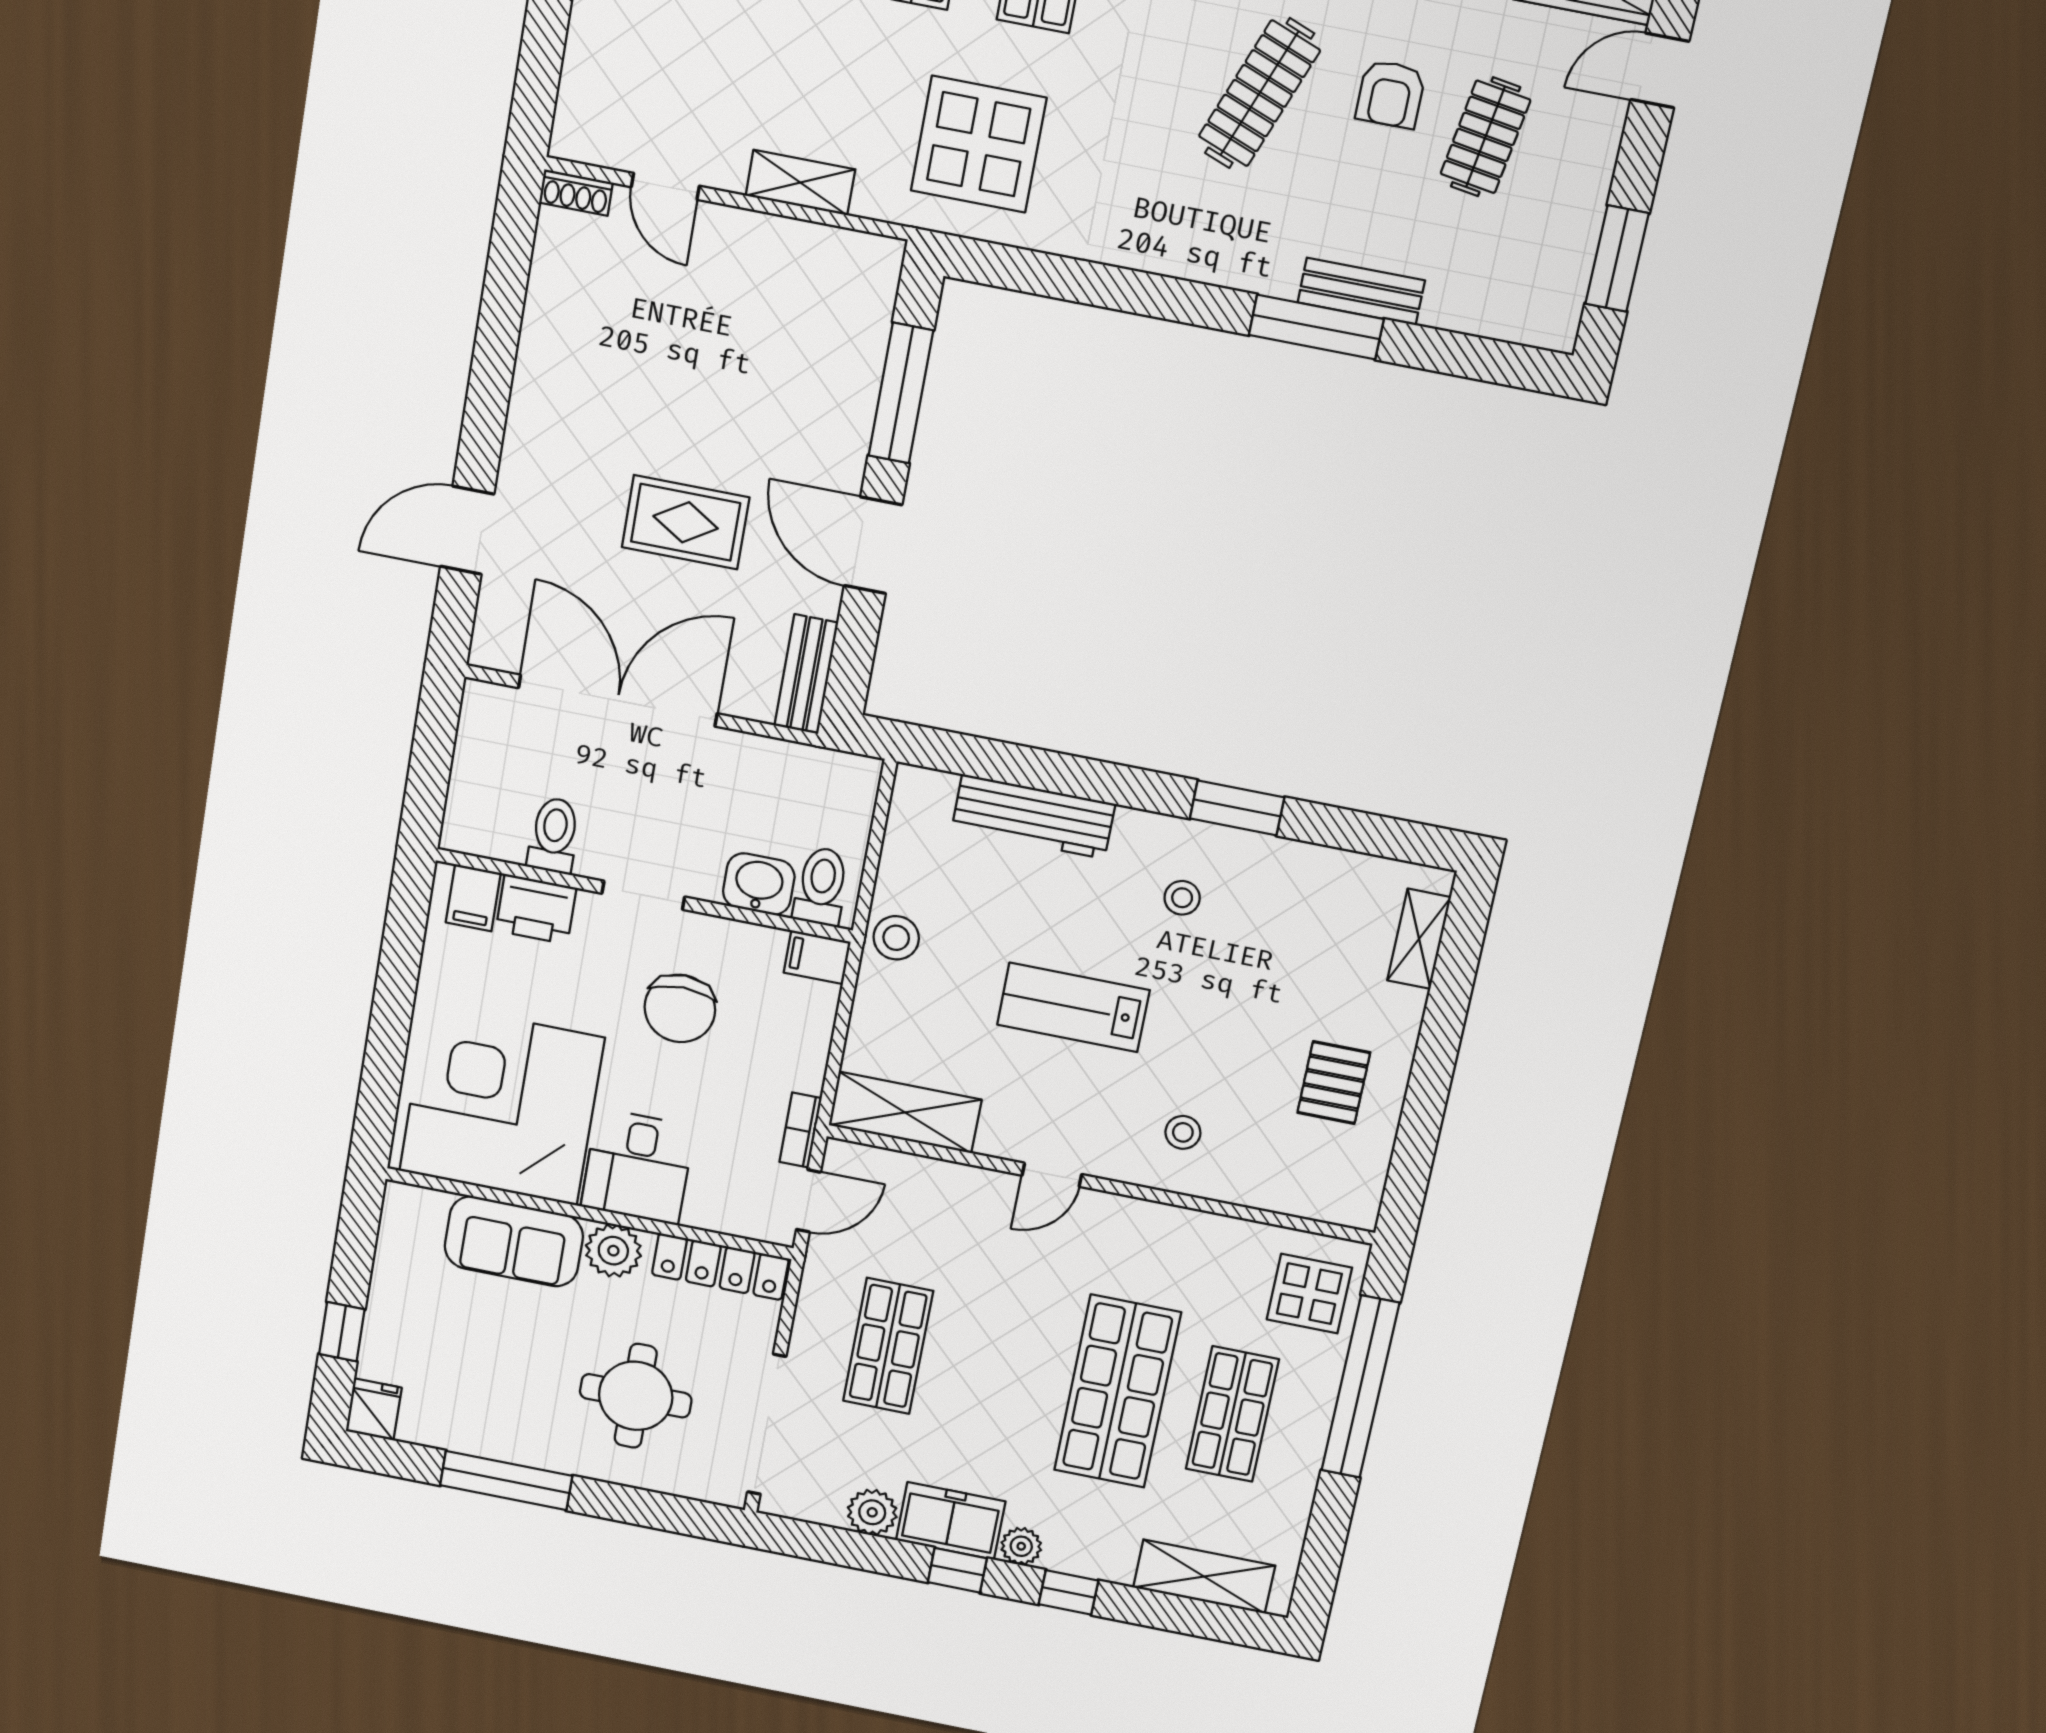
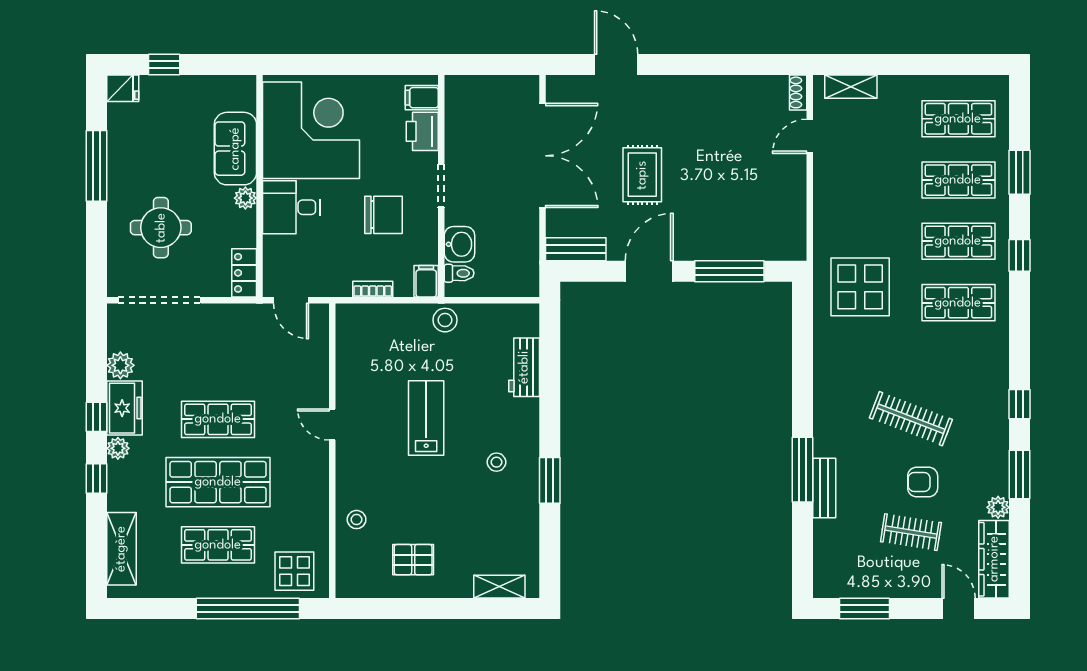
shelving: (800, 182) -> (851, 87), moved, turned 90
workbench: (1033, 817) -> (524, 367), width x0.73
toilet: (554, 835) -> (464, 134), removed
toilet: (821, 886) -> (459, 273), width x0.73, depth x0.72
chair: (680, 1008) -> (383, 215), turned 180
shelving: (905, 1112) -> (351, 342), removed
bookcase: (800, 1130) -> (373, 289), moved
stool: (1183, 1132) -> (357, 520), moved
plant: (613, 1251) -> (245, 198), width x0.73, depth x0.73
locker: (720, 1267) -> (244, 273), width x0.66
shop shelf: (888, 1346) -> (218, 419), moved

